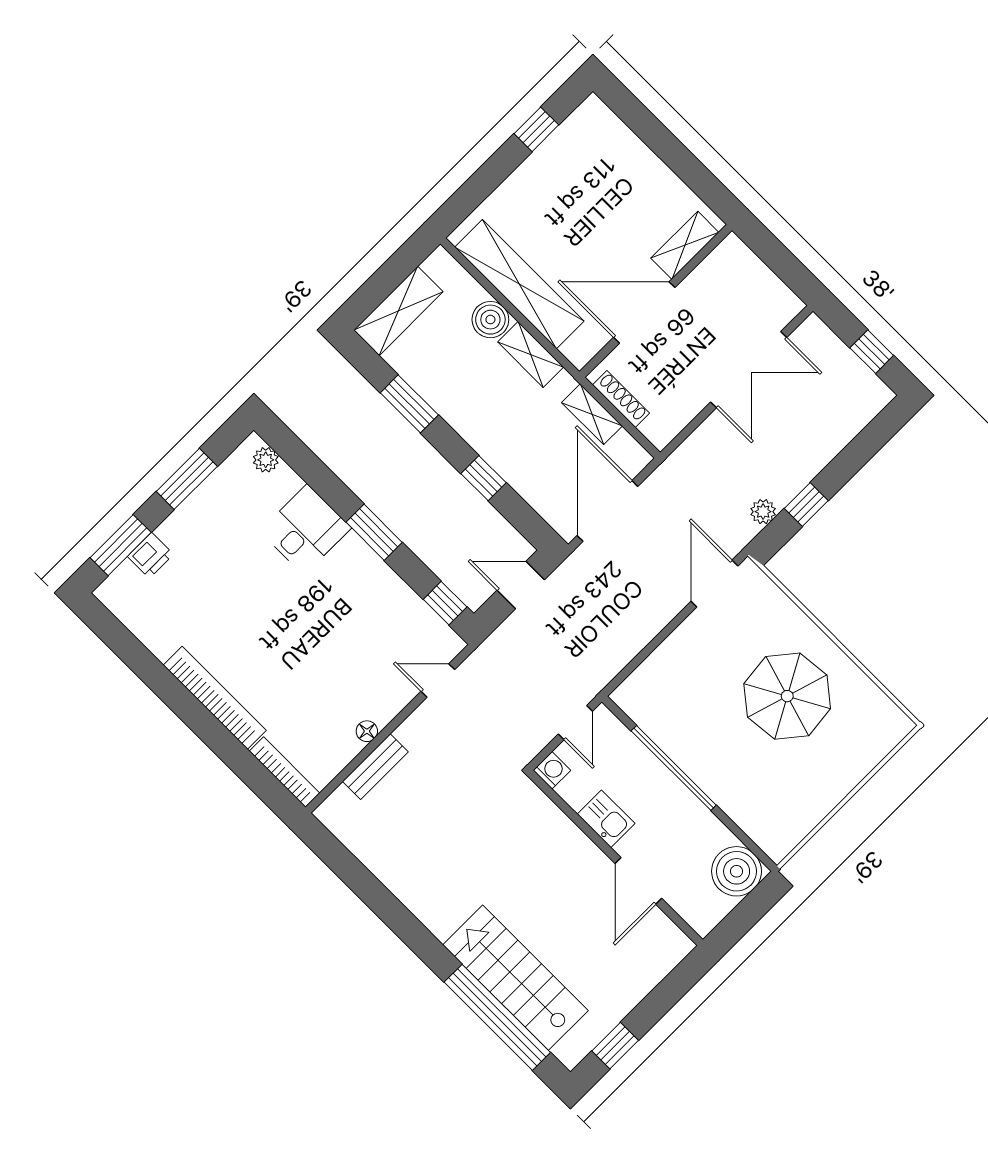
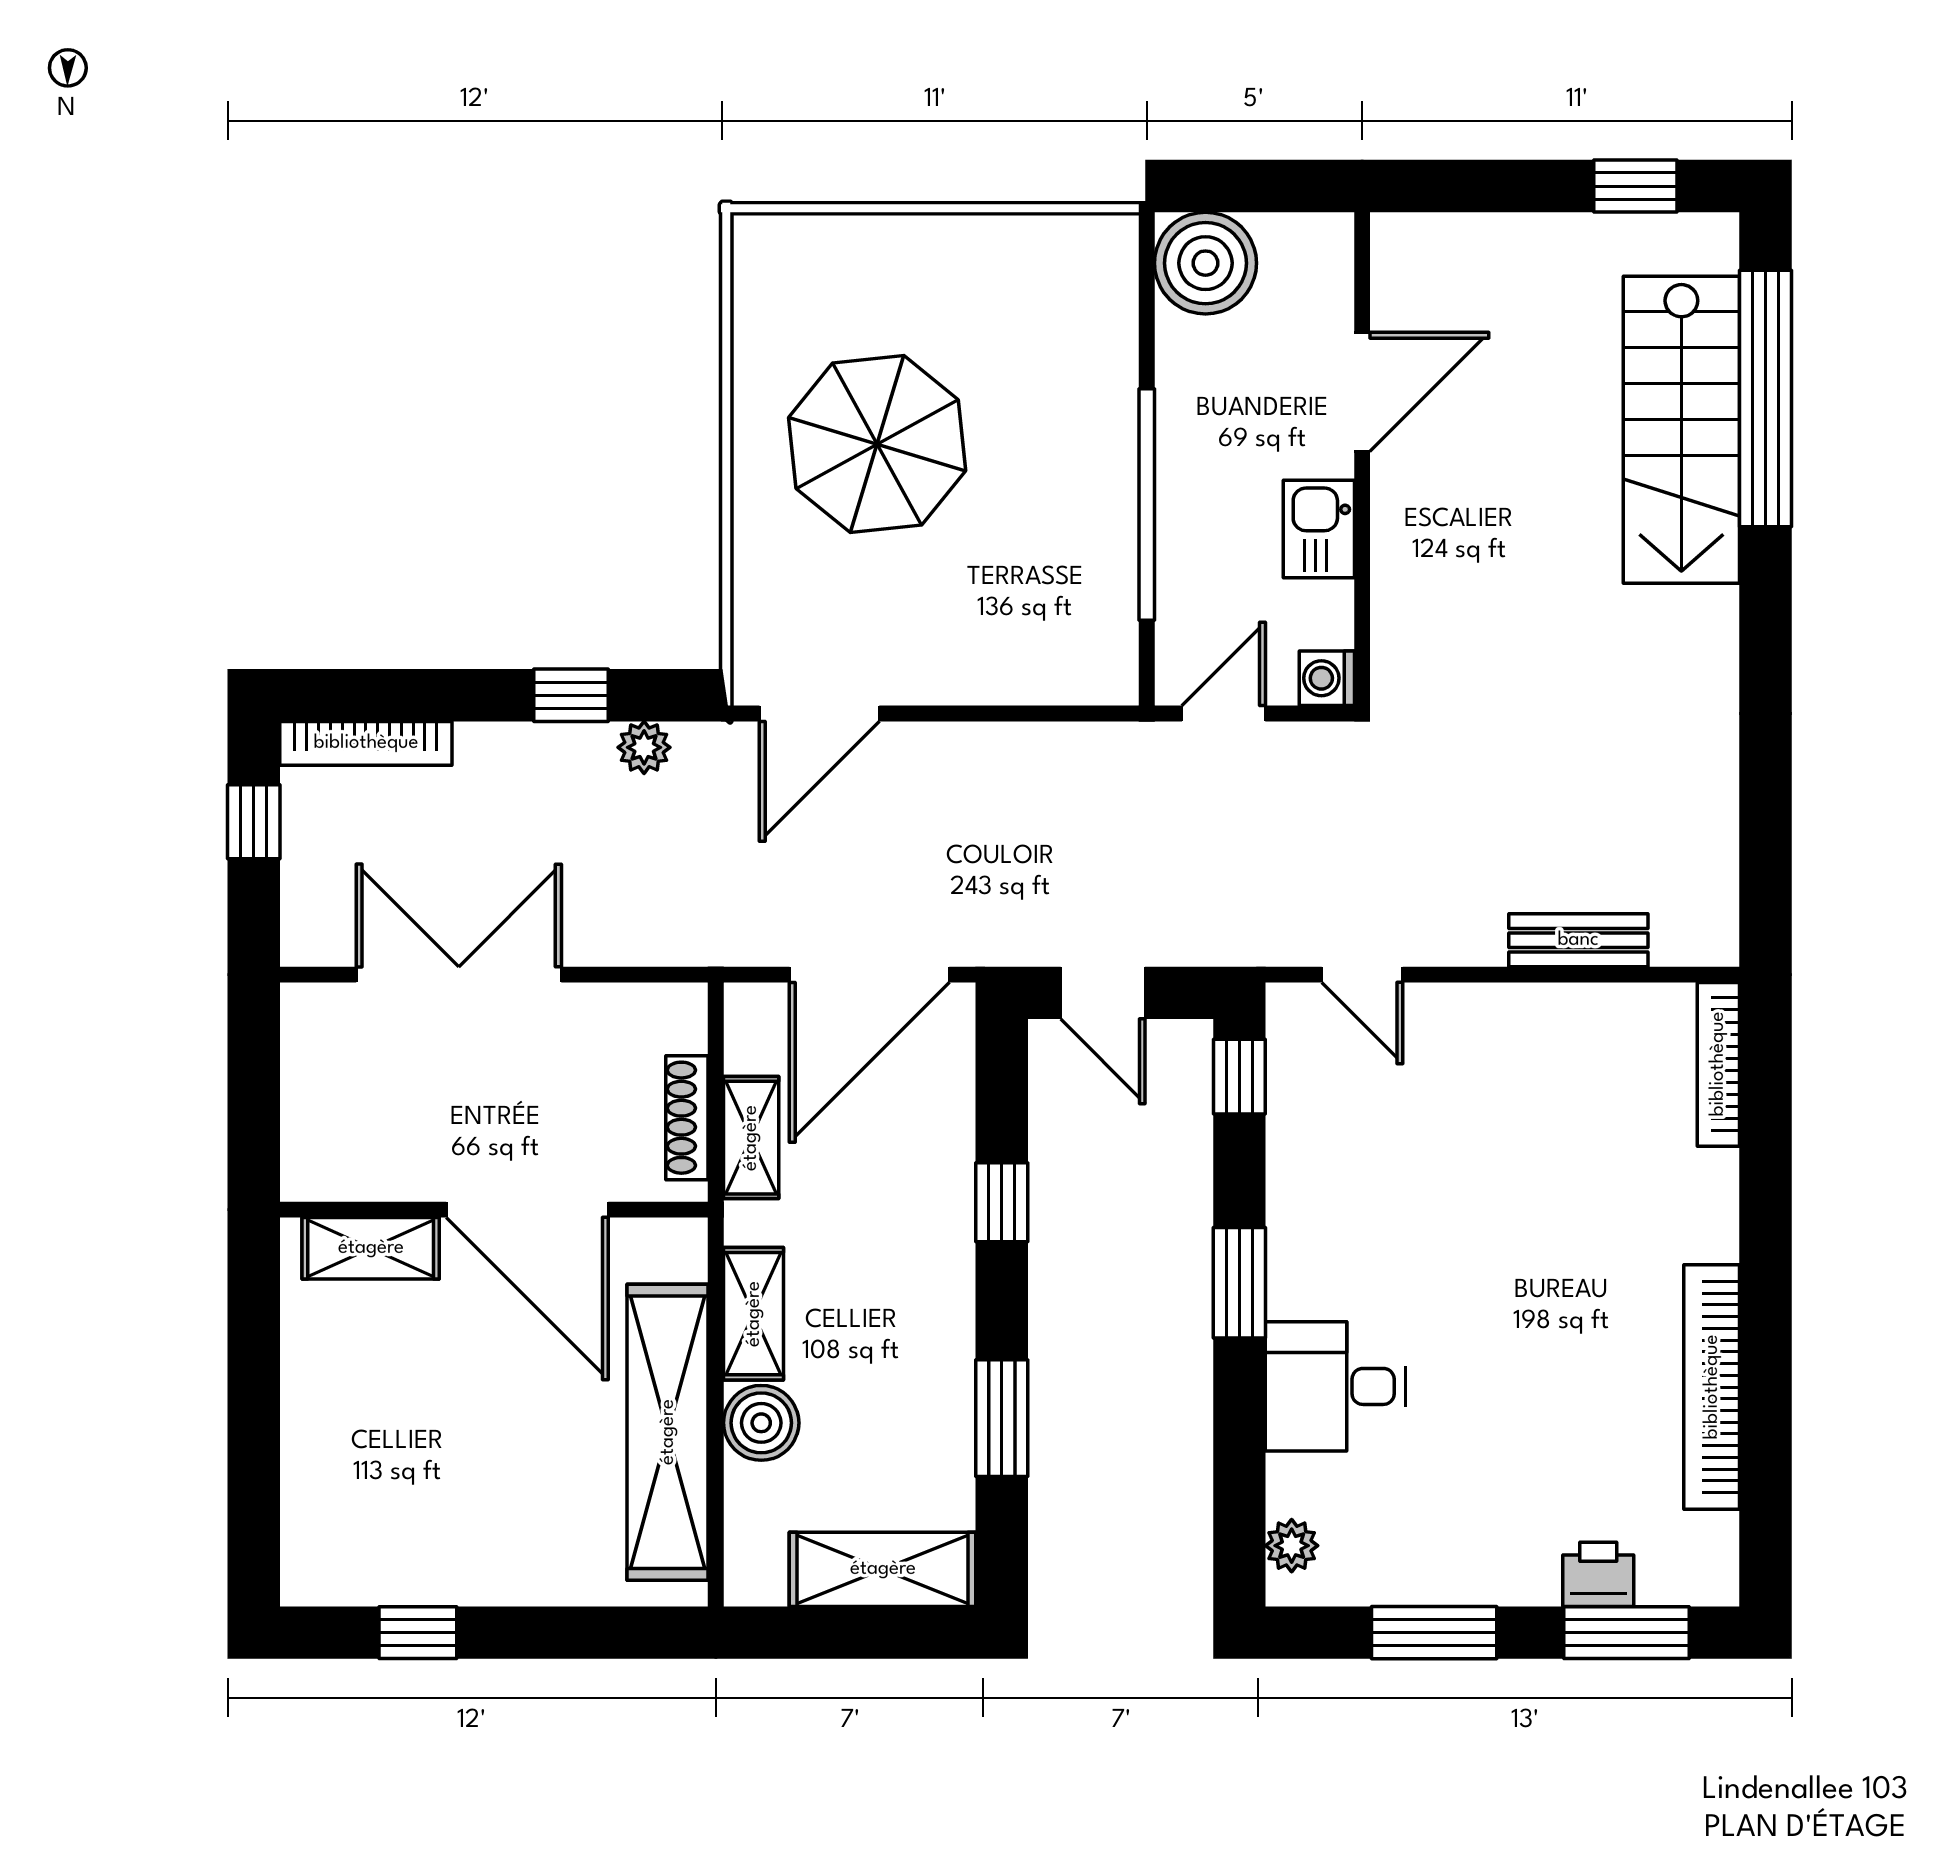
bookcase: (860, 417) -> (366, 743), added
bookcase: (215, 698) -> (1712, 1387), moved
floor lamp: (367, 731) -> (1539, 1004), removed

